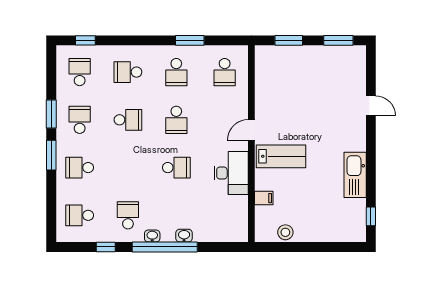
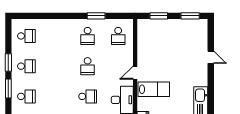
window: (85, 40) -> (30, 16), removed
school desk: (80, 72) -> (26, 36), turned 90
school desk: (128, 72) -> (57, 36), removed
school desk: (80, 120) -> (26, 66), turned 90
school desk: (128, 120) -> (57, 66), removed
school desk: (80, 168) -> (26, 96), turned 180

